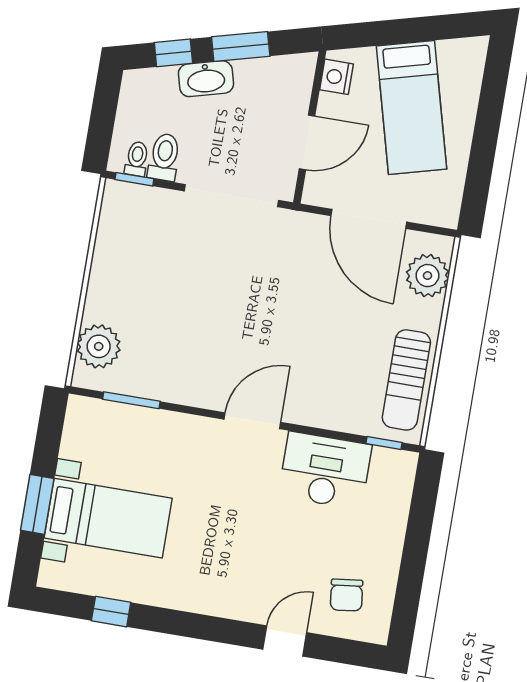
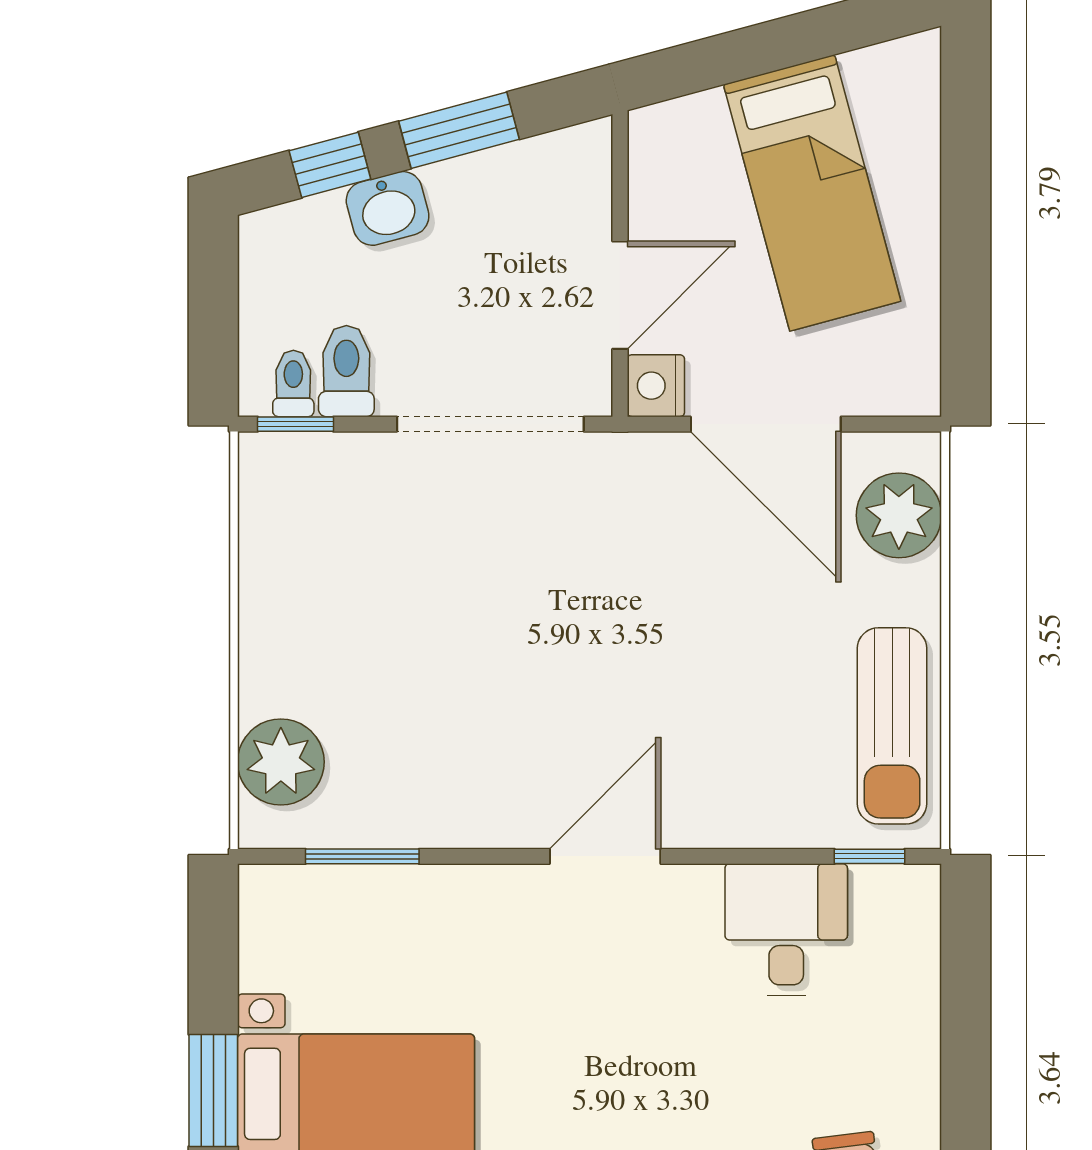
nightstand: (336, 77) -> (656, 386), moved
washbasin: (206, 79) -> (388, 208), width x0.72
desk: (325, 471) -> (786, 930), width x0.73

